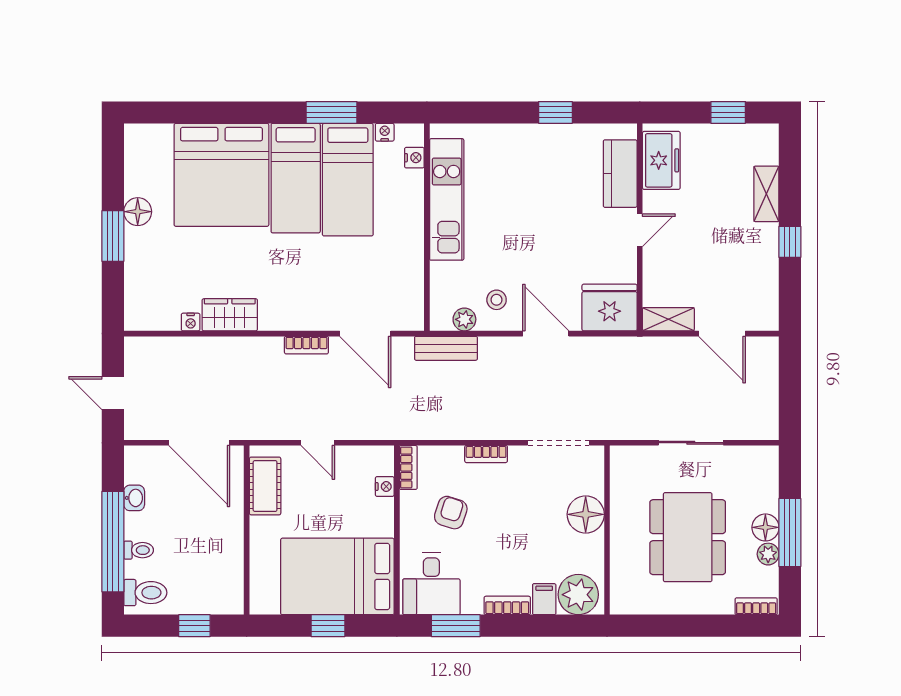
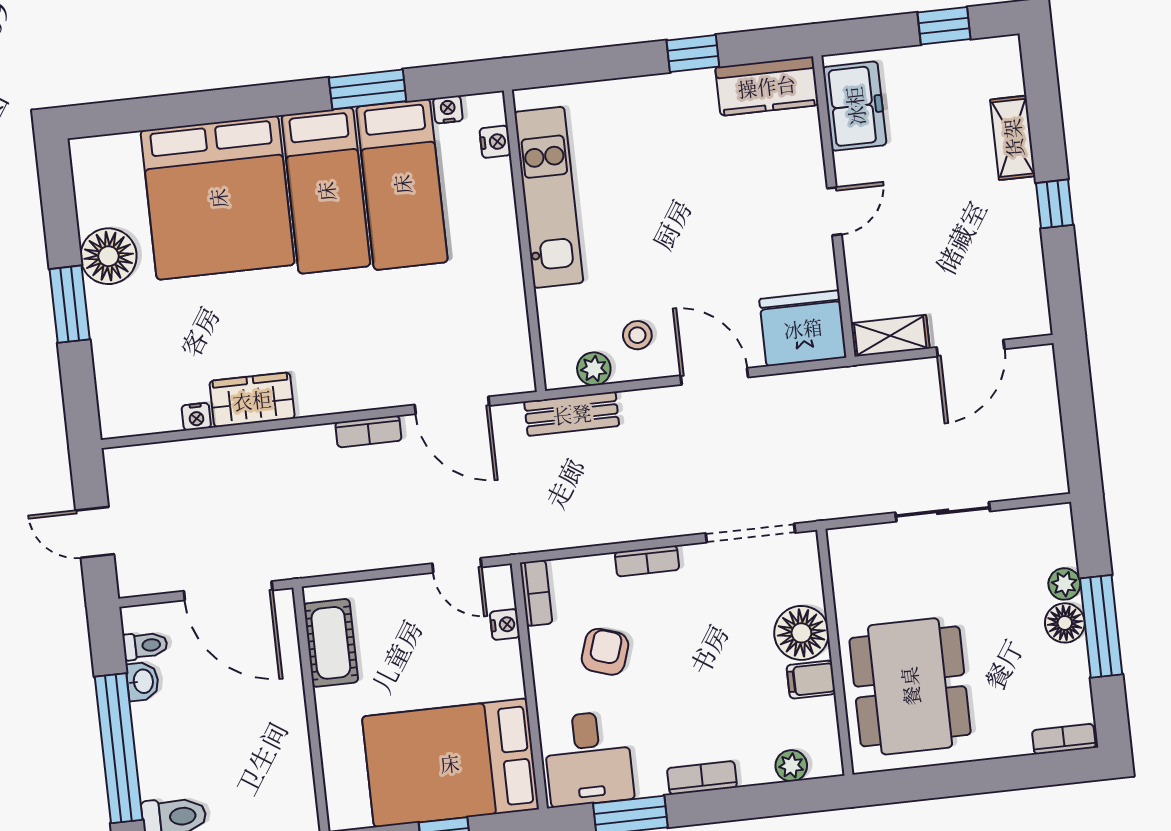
kitchen counter: (620, 174) -> (767, 86), moved, turned -90
floor lamp: (138, 212) -> (109, 256), width x1.38, depth x1.38
door: (722, 334) -> (971, 348), hinge flipped
door: (318, 443) -> (457, 565), moved
dining table: (688, 537) -> (910, 686), moved
toilet: (139, 550) -> (145, 646), moved
plant: (768, 554) -> (1064, 584), moved
plant: (578, 595) -> (791, 766), width x0.53, depth x0.53
filing cabinet: (544, 599) -> (811, 680), moved, turned -90

